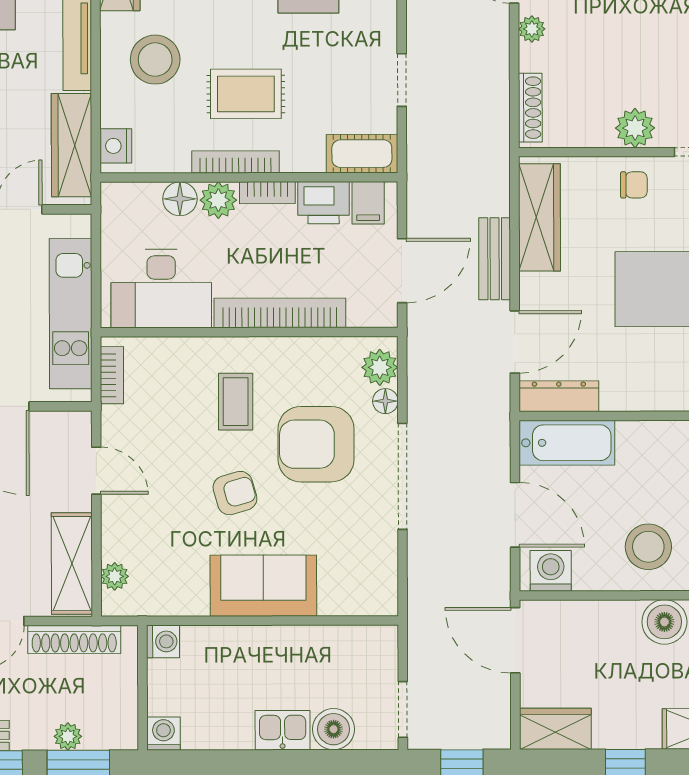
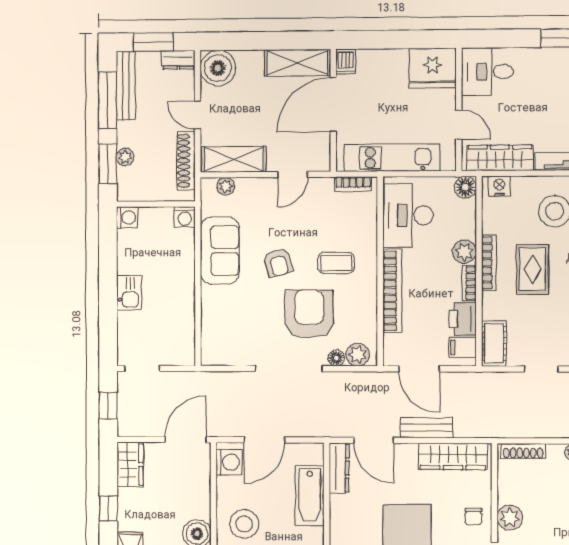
floor lamp: (180, 199) -> (465, 187), moved
bathtub: (567, 443) -> (310, 496), moved
sofa: (263, 586) -> (220, 251), moved
boiler: (334, 729) -> (130, 325), removed

